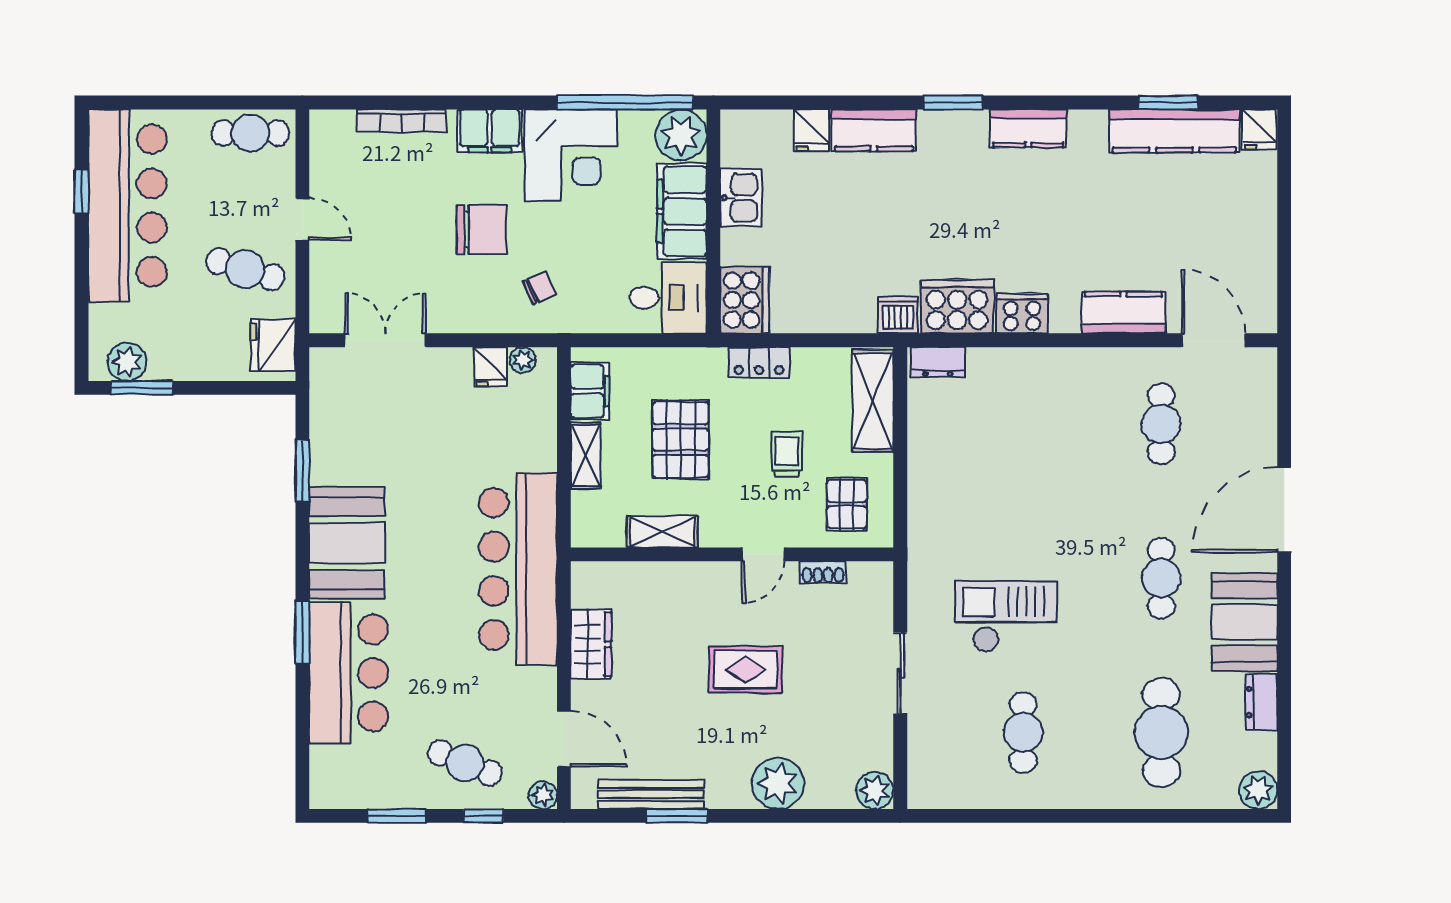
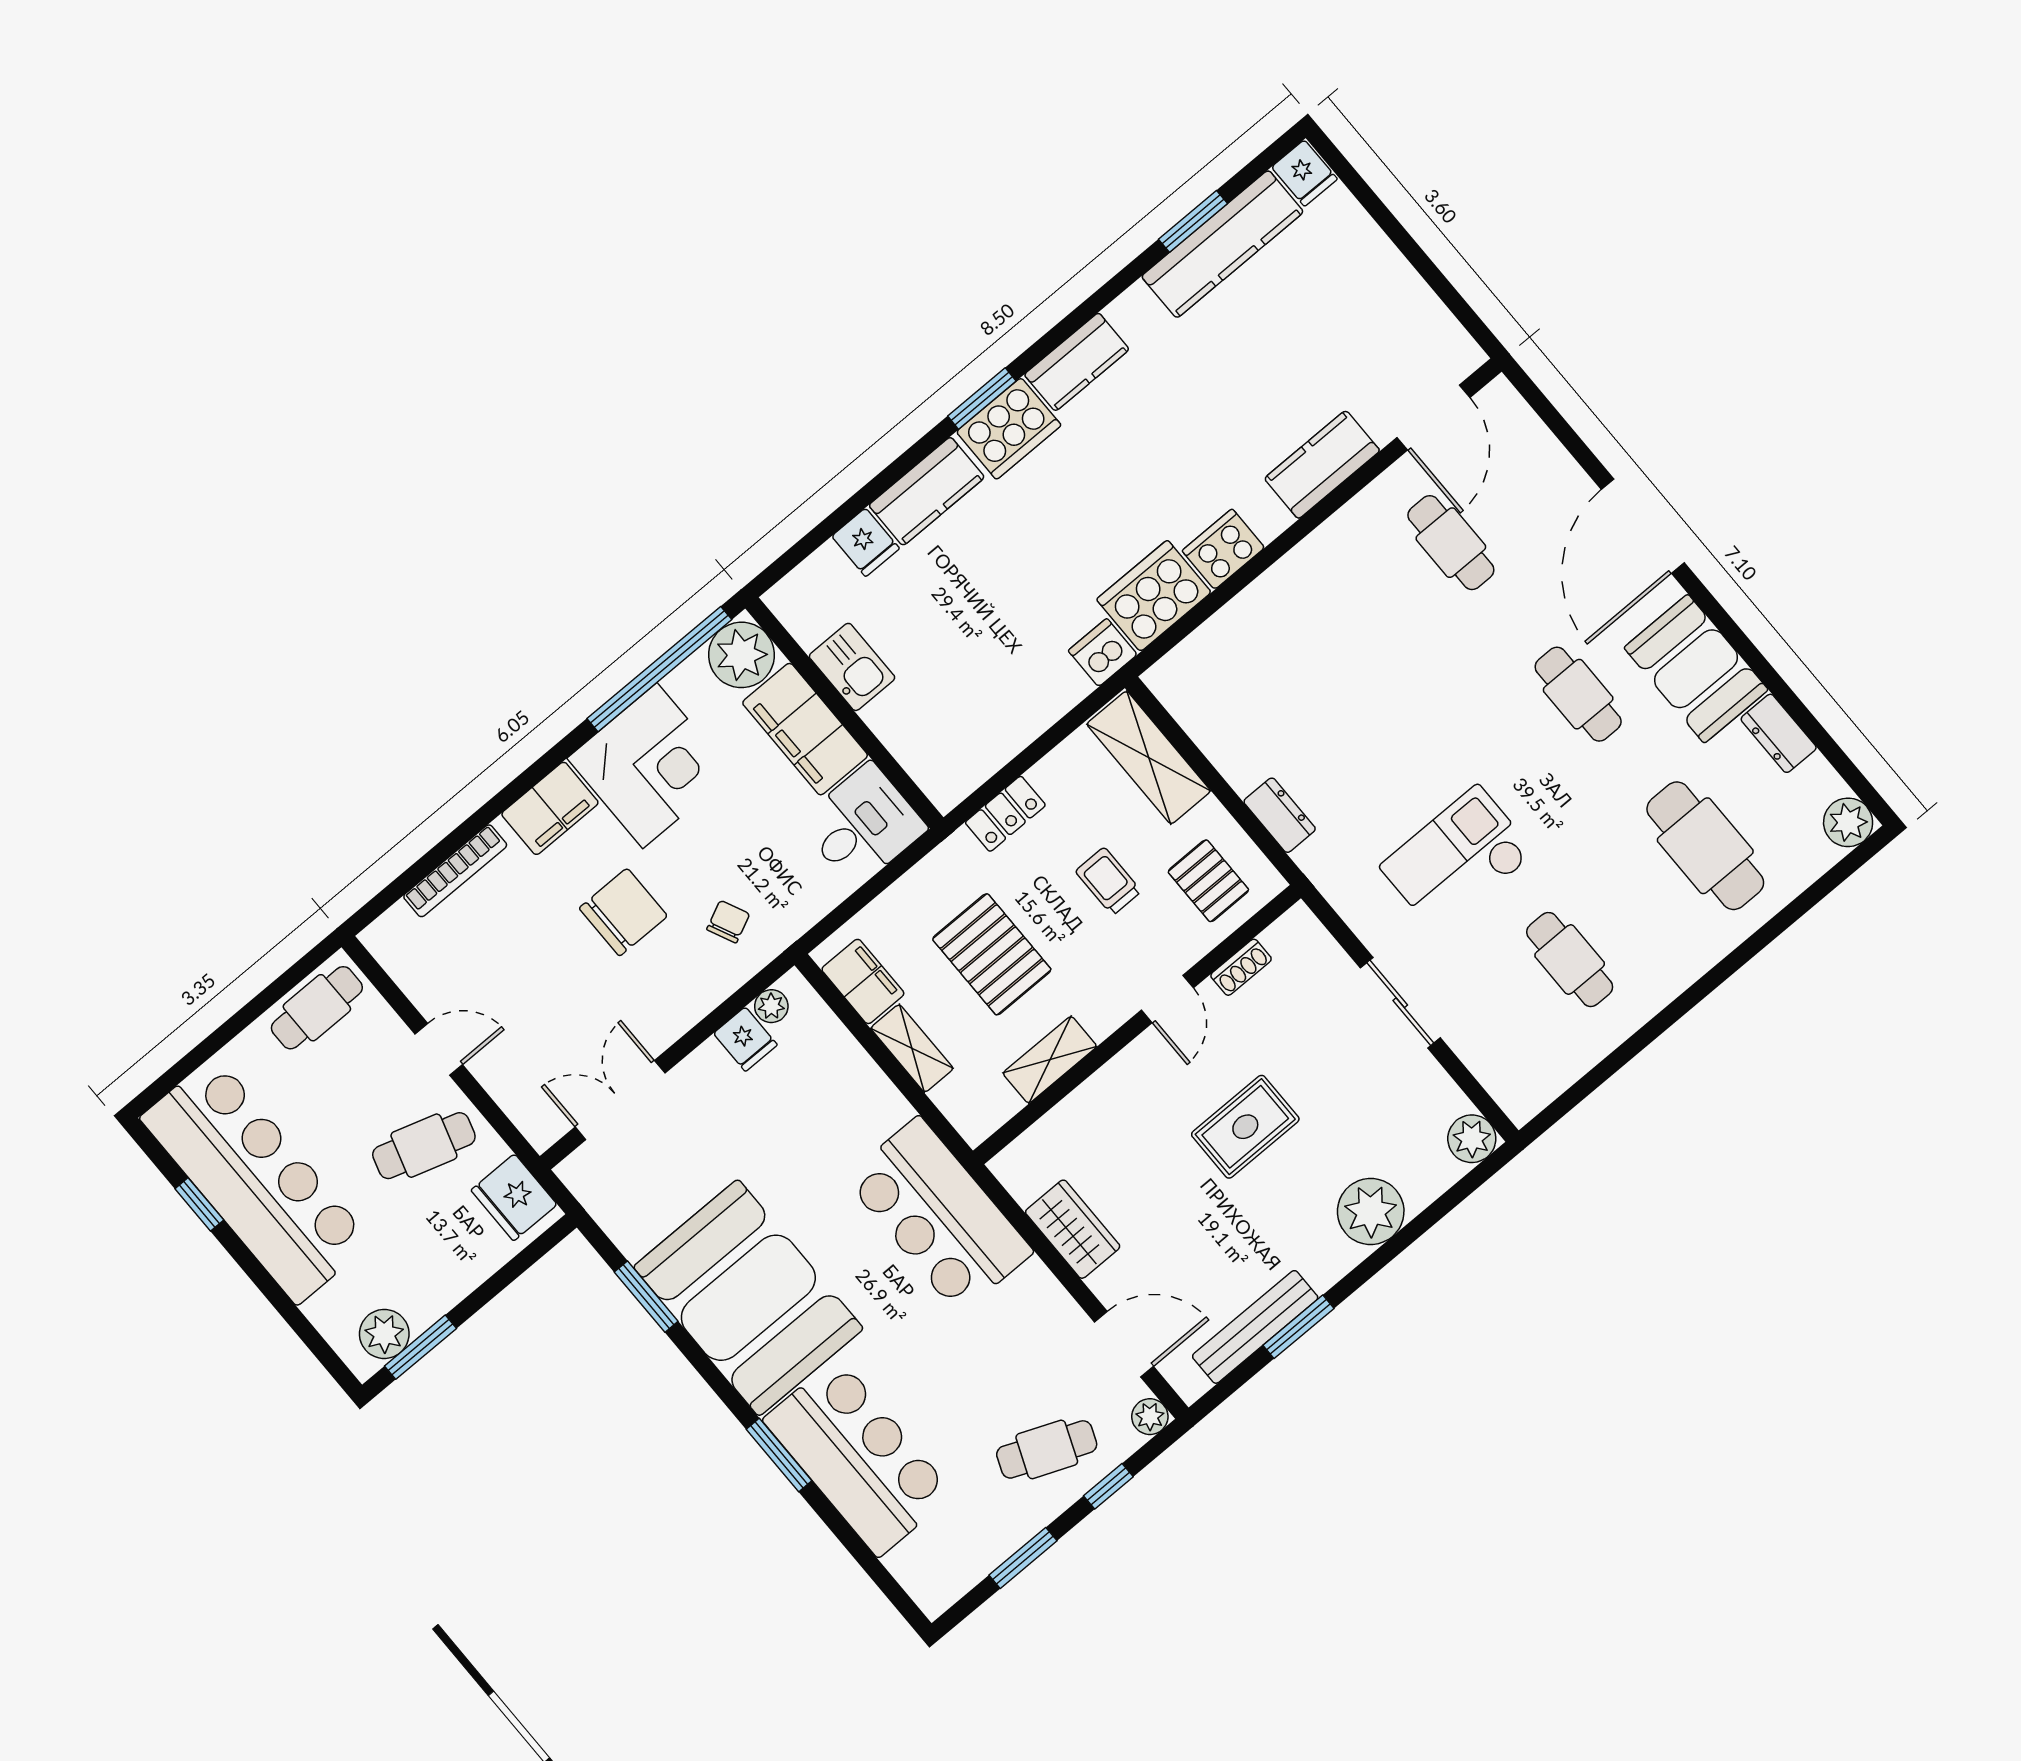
cooker: (745, 300) -> (1009, 428), moved, turned 90
door: (1214, 340) -> (1434, 418), swing flipped
dresser: (938, 362) -> (1280, 815), moved, turned -90
booth: (347, 543) -> (748, 1298), width x1.36, depth x1.42
bar counter: (518, 569) -> (939, 1215), width x0.73

